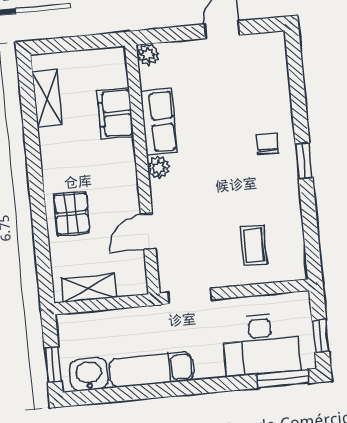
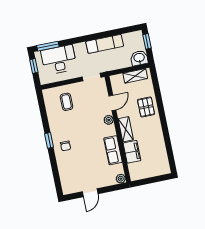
shelving: (47, 98) -> (126, 129), moved
plant: (159, 168) -> (109, 120), moved
washbasin: (89, 374) -> (139, 58), moved, turned 180

